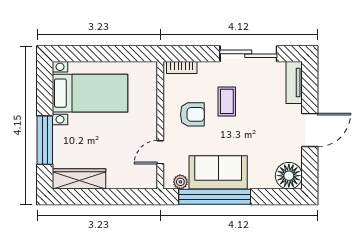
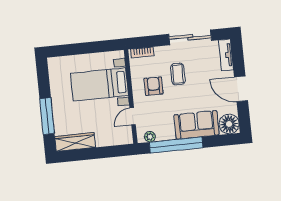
bed with nightstands: (90, 93) -> (99, 84), moved, turned 180
armchair: (192, 114) -> (154, 86), turned -90
door: (310, 130) -> (241, 89), swing flipped
sofa: (218, 172) -> (197, 125), moved

